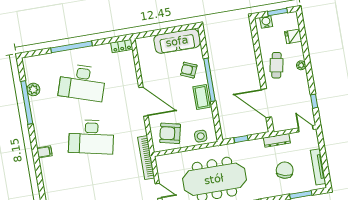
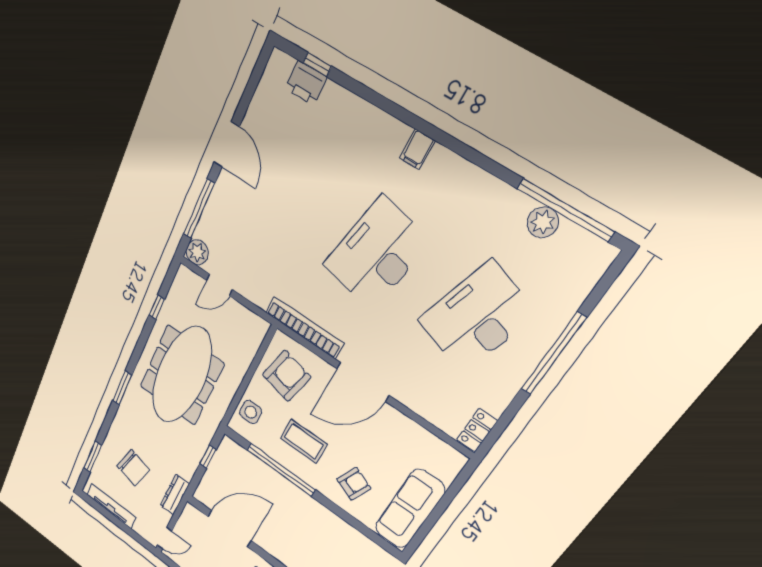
window: (210, 80) -> (281, 470), moved
coffee table: (201, 97) -> (304, 441), moved
window: (27, 102) -> (565, 210), moved
bookcase: (146, 158) -> (304, 328), moved

